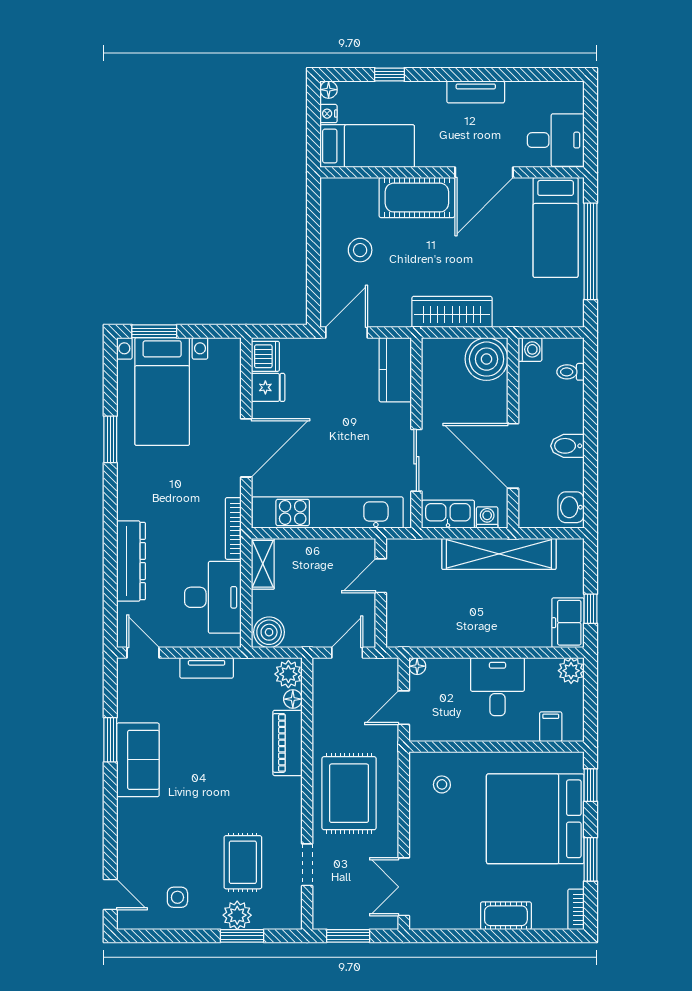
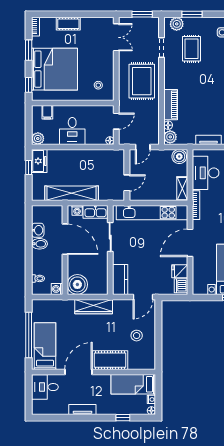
washbasin: (571, 507) -> (38, 230), moved
plant: (237, 915) -> (177, 24), moved

